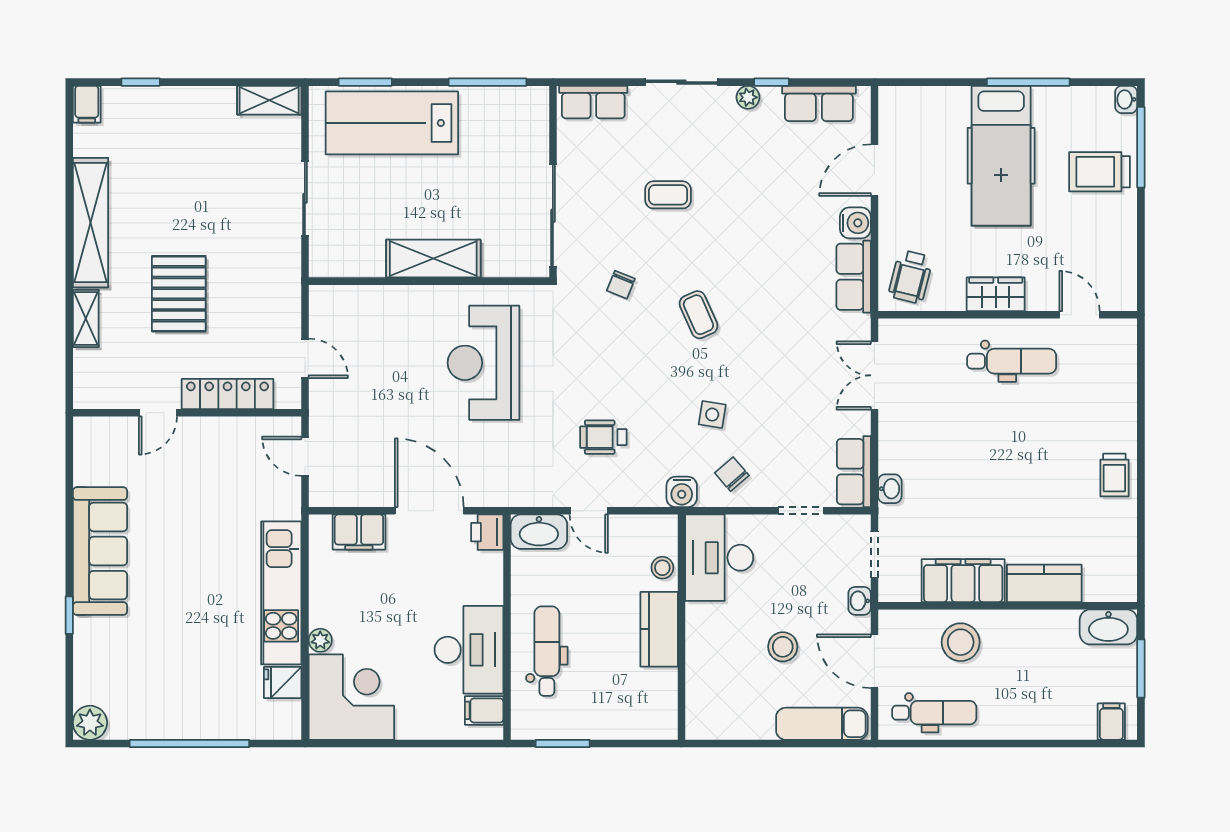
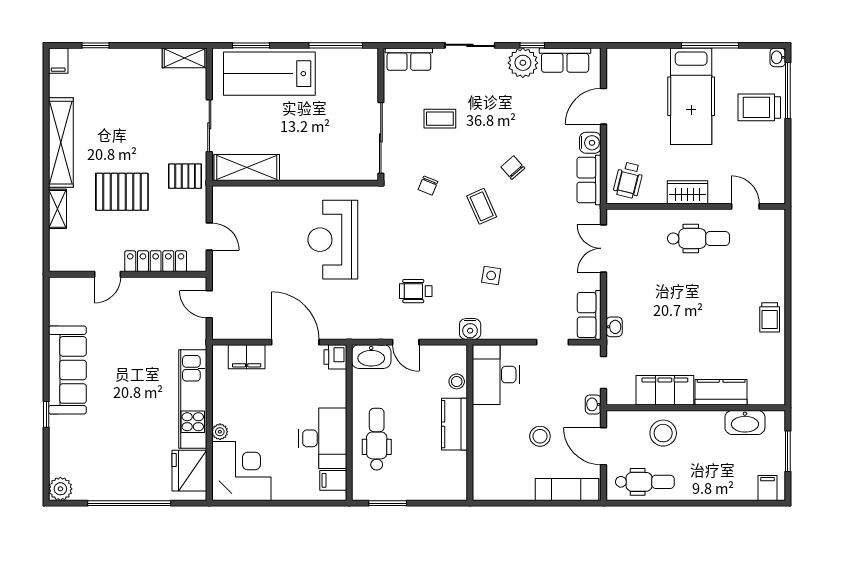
plant: (748, 97) -> (523, 63), width x1.88, depth x1.88
coffee table: (668, 195) -> (440, 119), moved
shelving: (433, 259) -> (247, 168), moved
pallet: (270, 271) -> (185, 176), added
pallet: (179, 294) -> (122, 192), turned 90
chair: (732, 474) -> (513, 168), moved
washbasin: (1108, 627) -> (745, 422), moved
fridge: (283, 683) -> (189, 471), width x1.88, depth x1.34

